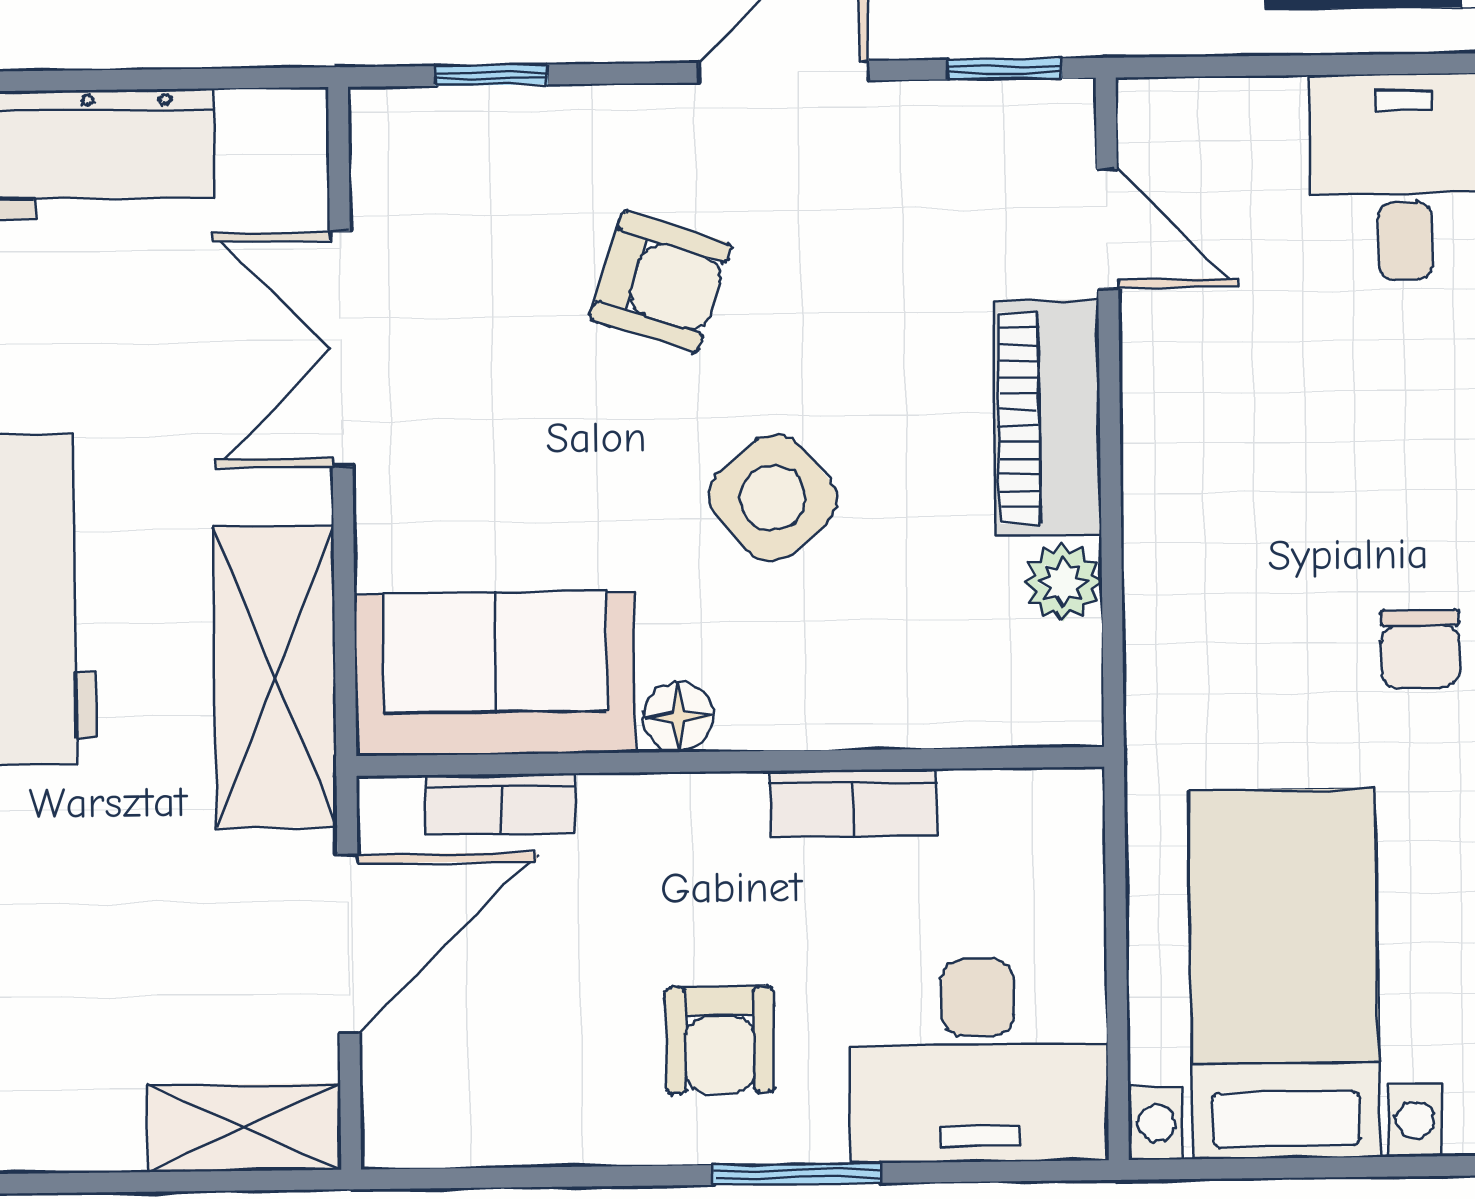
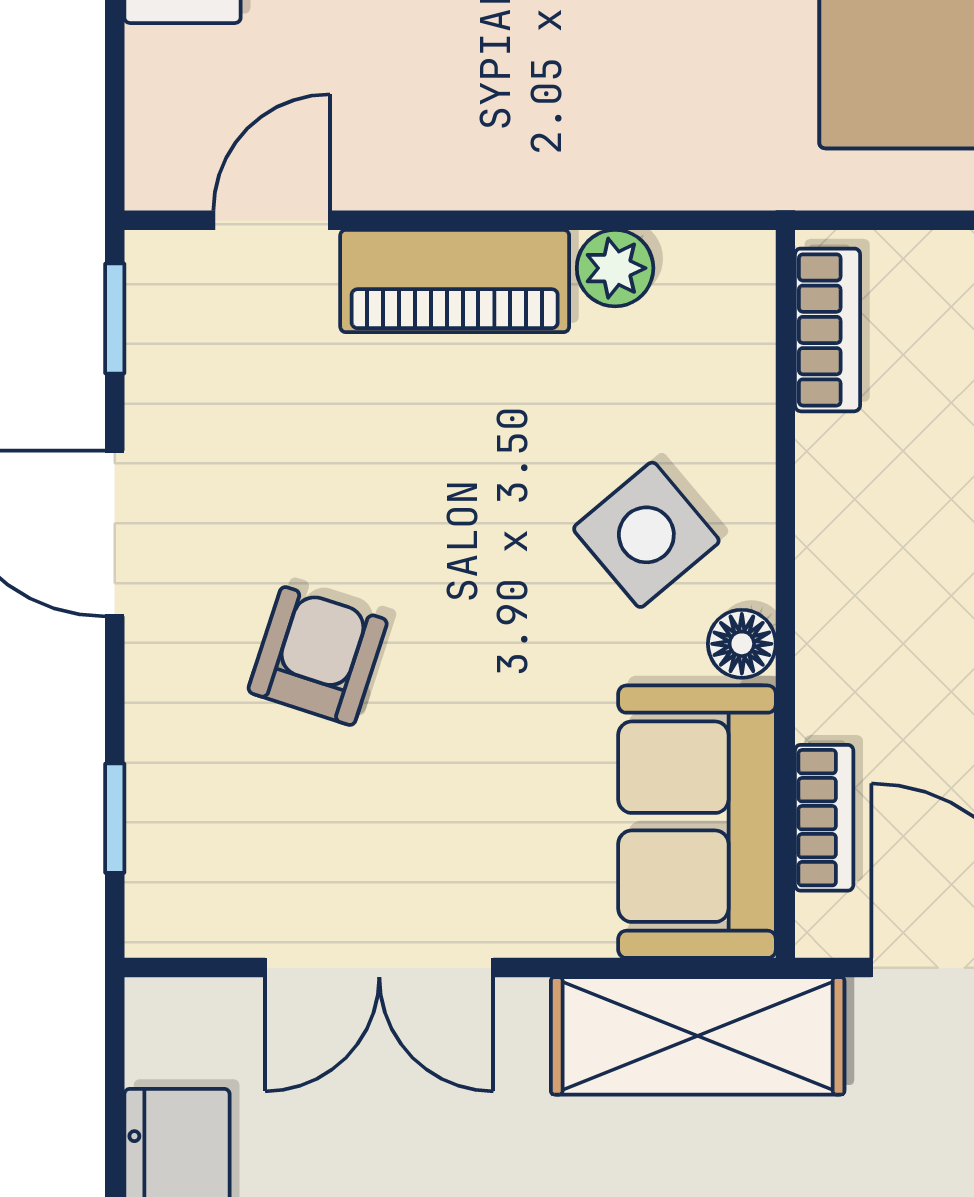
side table: (773, 498) -> (646, 535), moved
bookcase: (853, 803) -> (828, 330), moved

